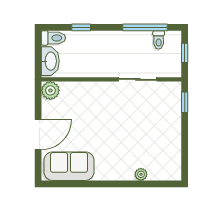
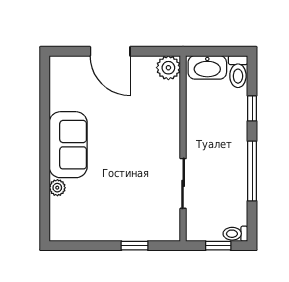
window: (145, 27) -> (252, 171), moved
toilet: (159, 40) -> (235, 234), moved
window: (185, 102) -> (135, 246), moved
sofa: (69, 166) -> (68, 145), moved

